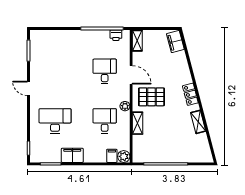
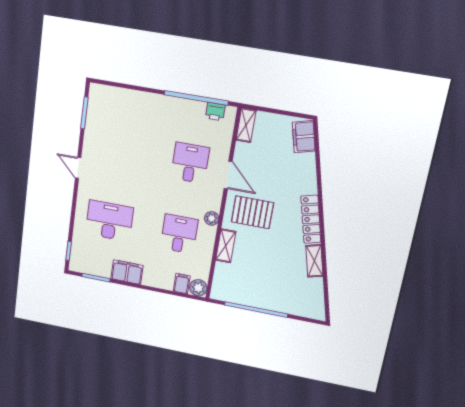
locker: (190, 94) -> (311, 219), width x1.53

